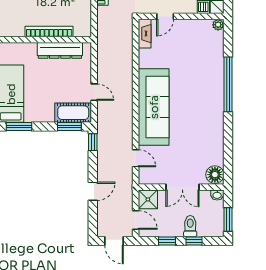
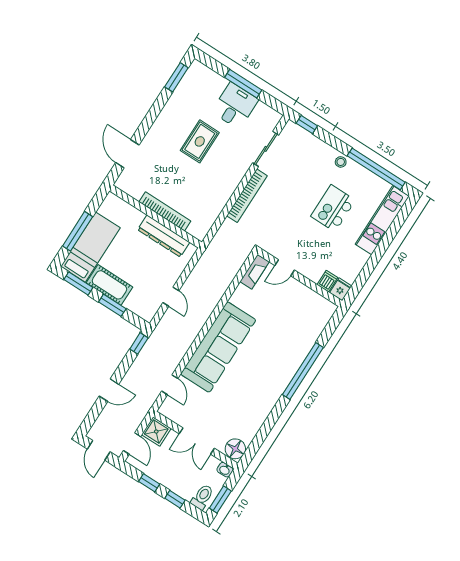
plant: (218, 25) -> (330, 308), removed
cot: (73, 113) -> (109, 285), moved
window: (69, 127) -> (112, 305), moved
toilet: (190, 226) -> (202, 497), moved

